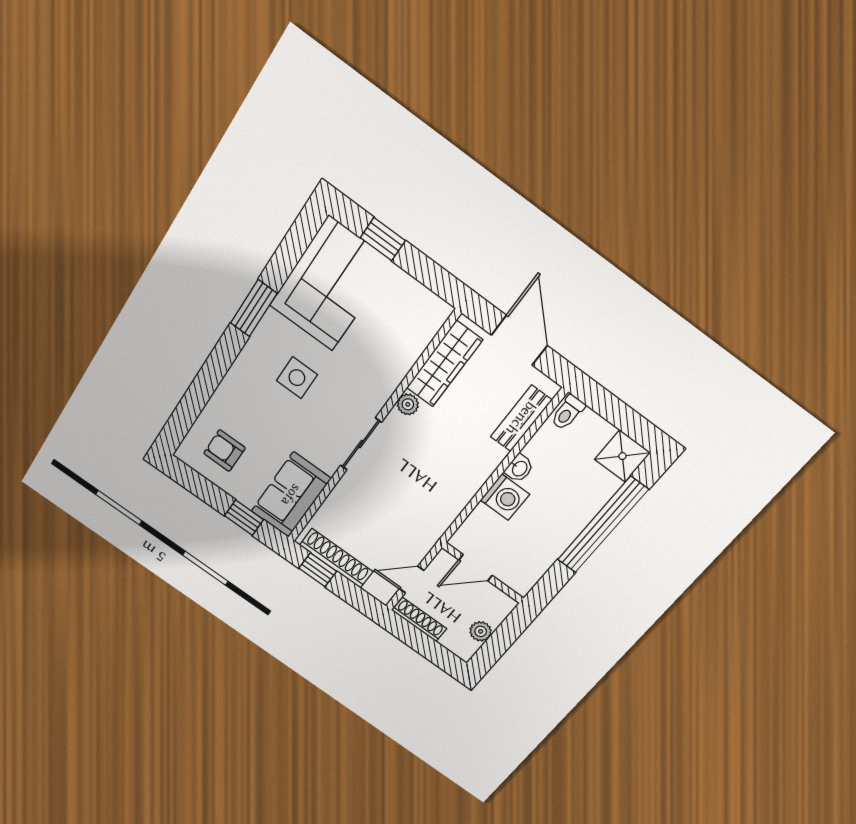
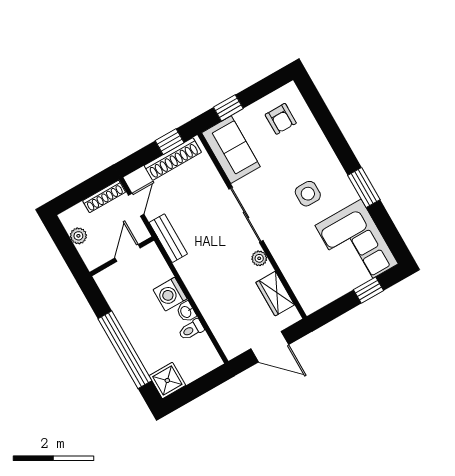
wardrobe: (444, 364) -> (275, 294), width x0.67
toilet: (568, 413) -> (191, 330), moved, turned -90
bench: (521, 418) -> (168, 238), moved
sliding door: (361, 444) -> (246, 215), width x1.37
armchair: (224, 451) -> (281, 119), turned 90

